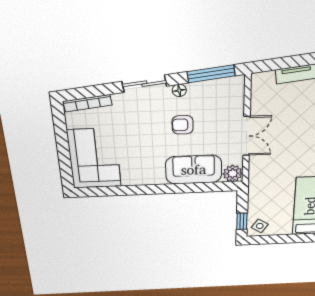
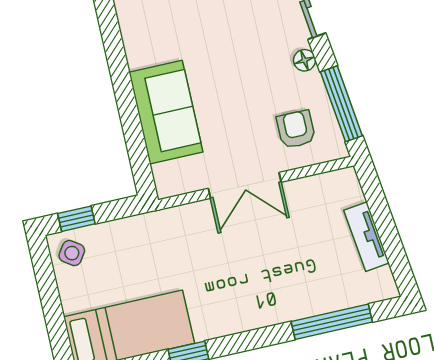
armchair: (183, 125) -> (296, 129), moved
plant: (233, 173) -> (170, 179), removed

